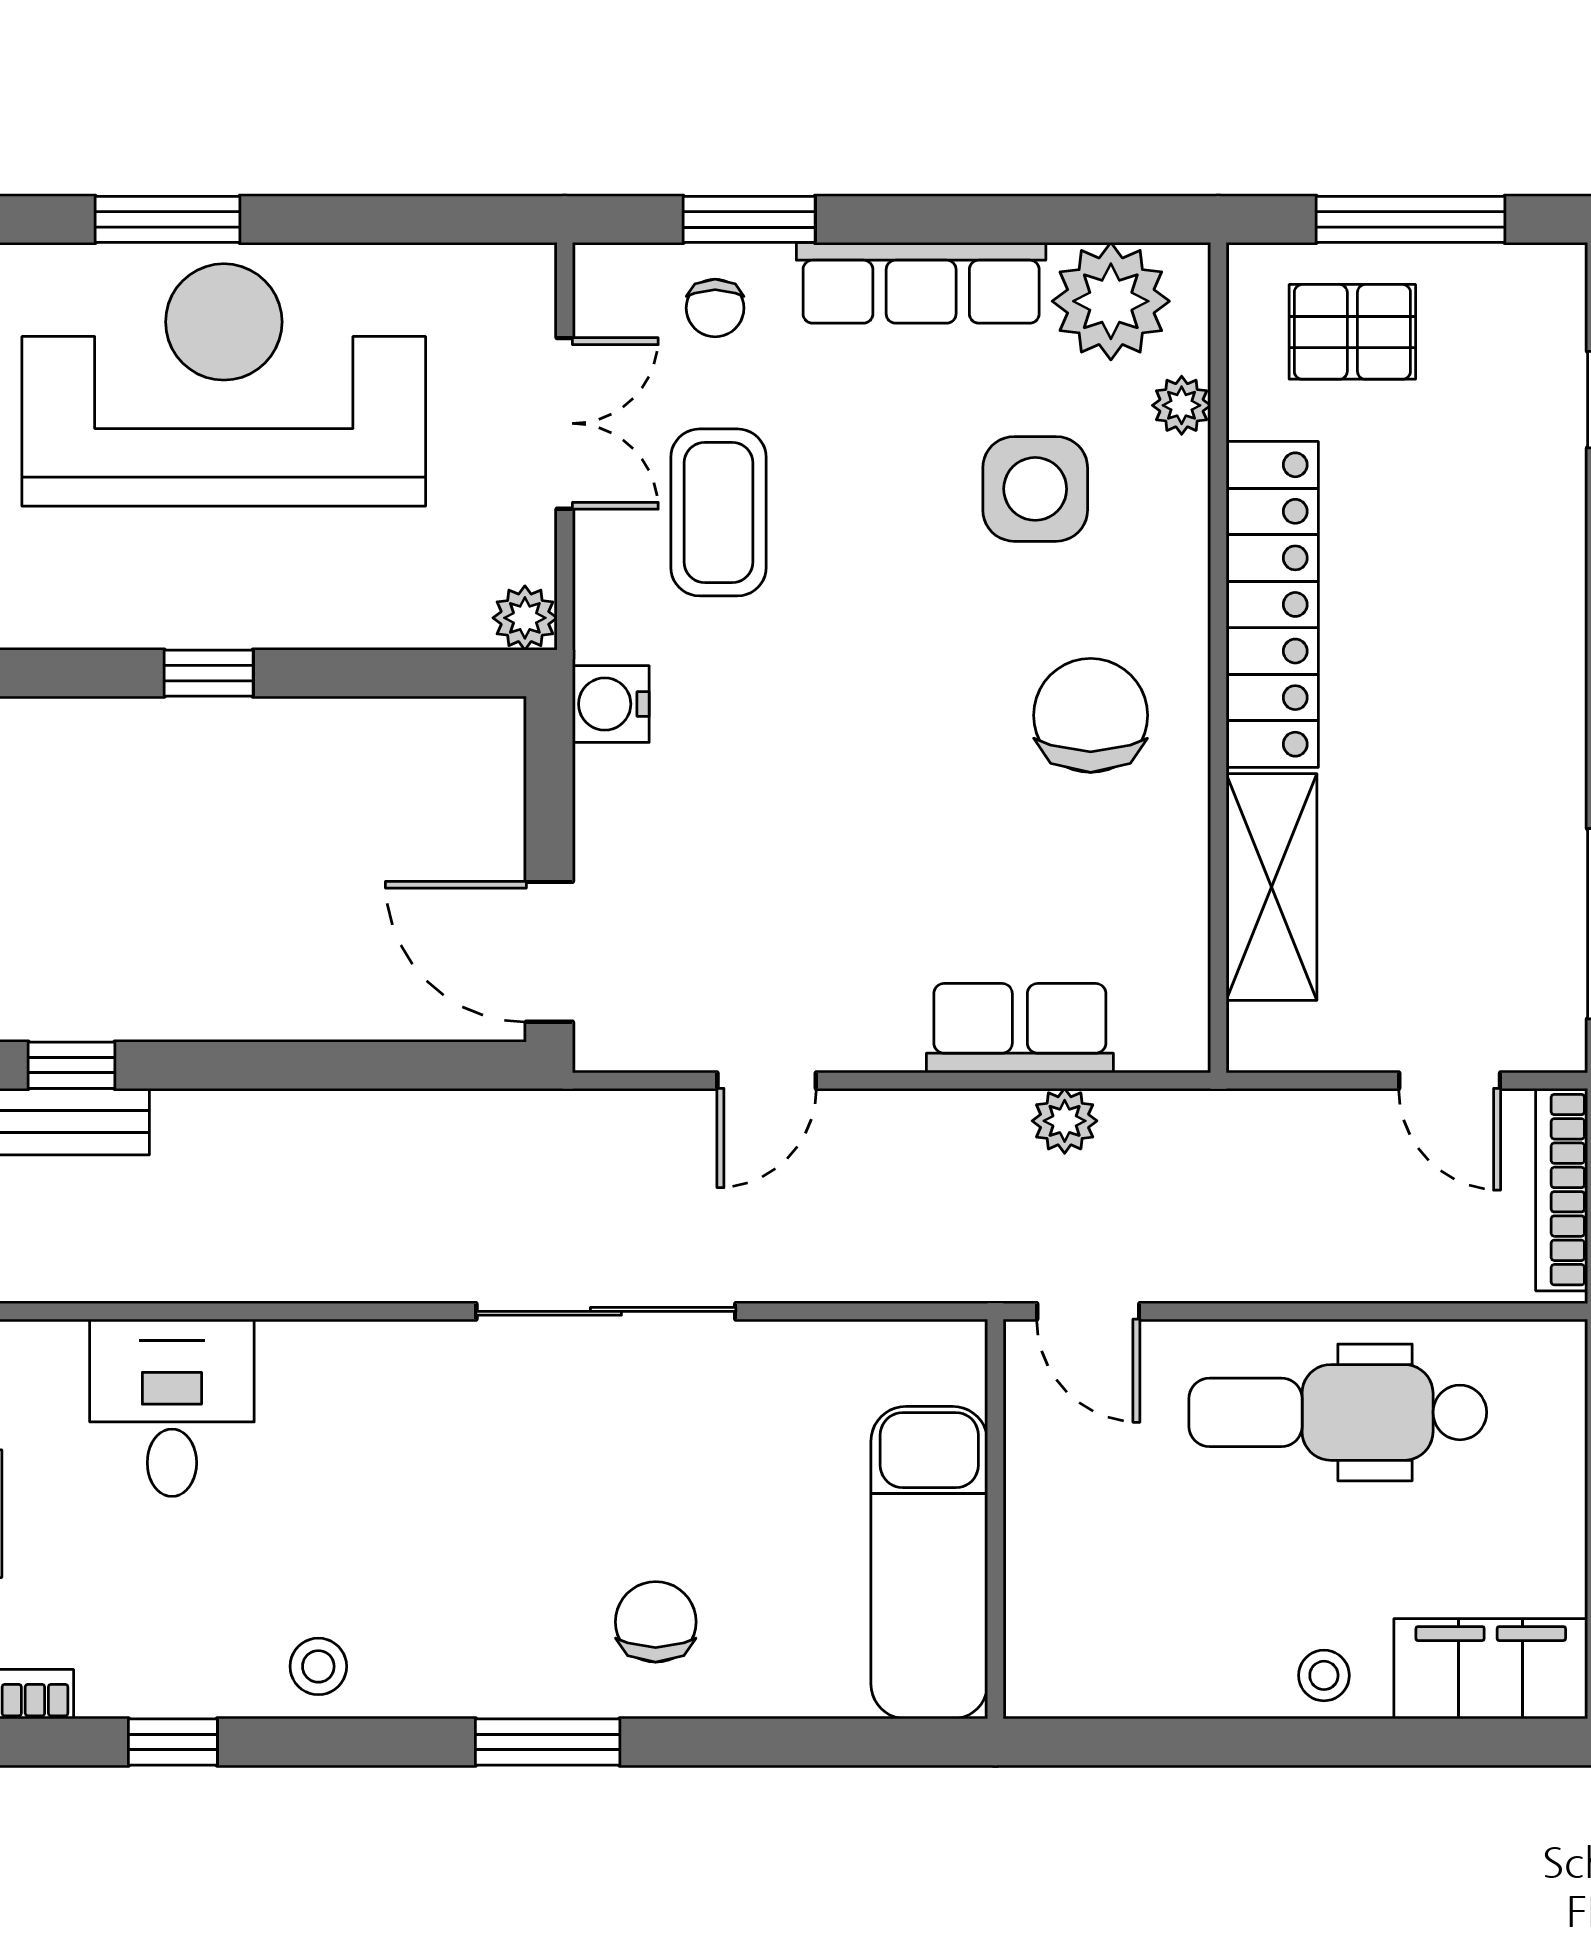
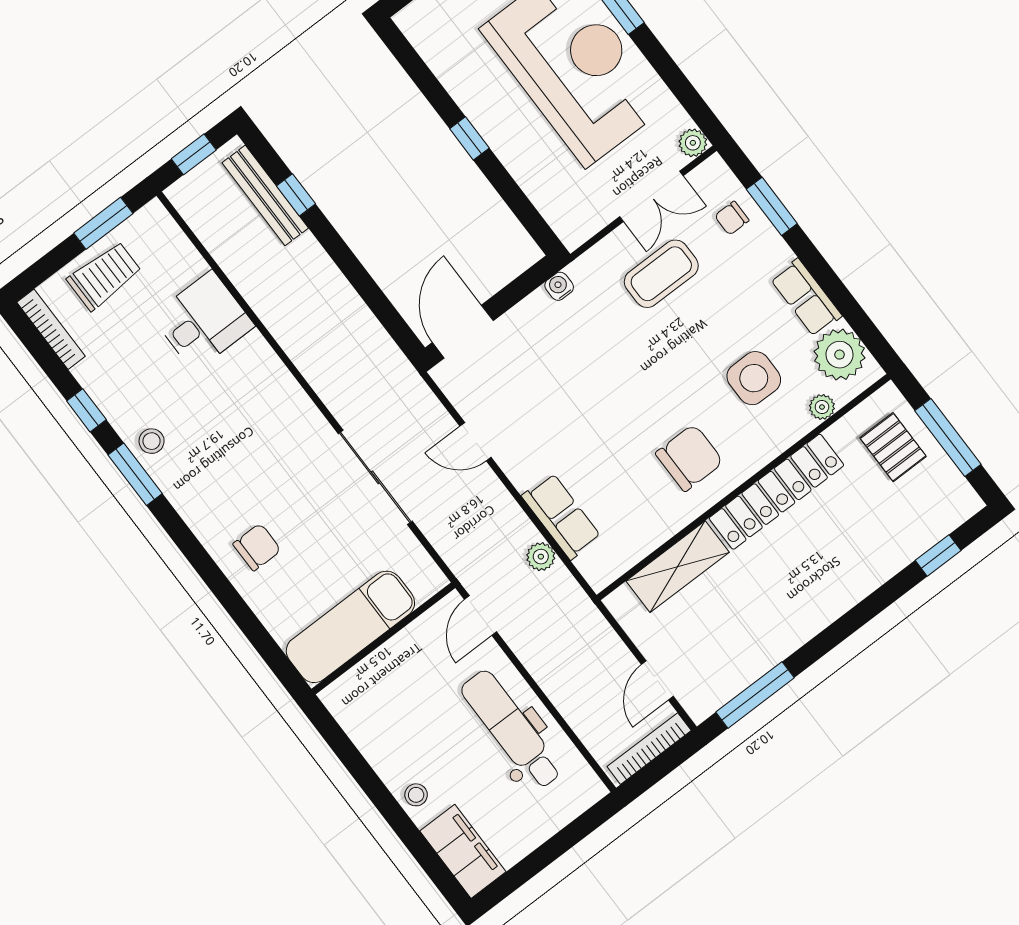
row of seats: (921, 283) -> (806, 298), width x0.68
plant: (525, 618) -> (693, 143), moved
water cooler: (611, 704) -> (559, 286), width x0.72, depth x0.72
sliding door: (606, 1311) -> (375, 477), moved
window: (548, 1742) -> (135, 474), moved

